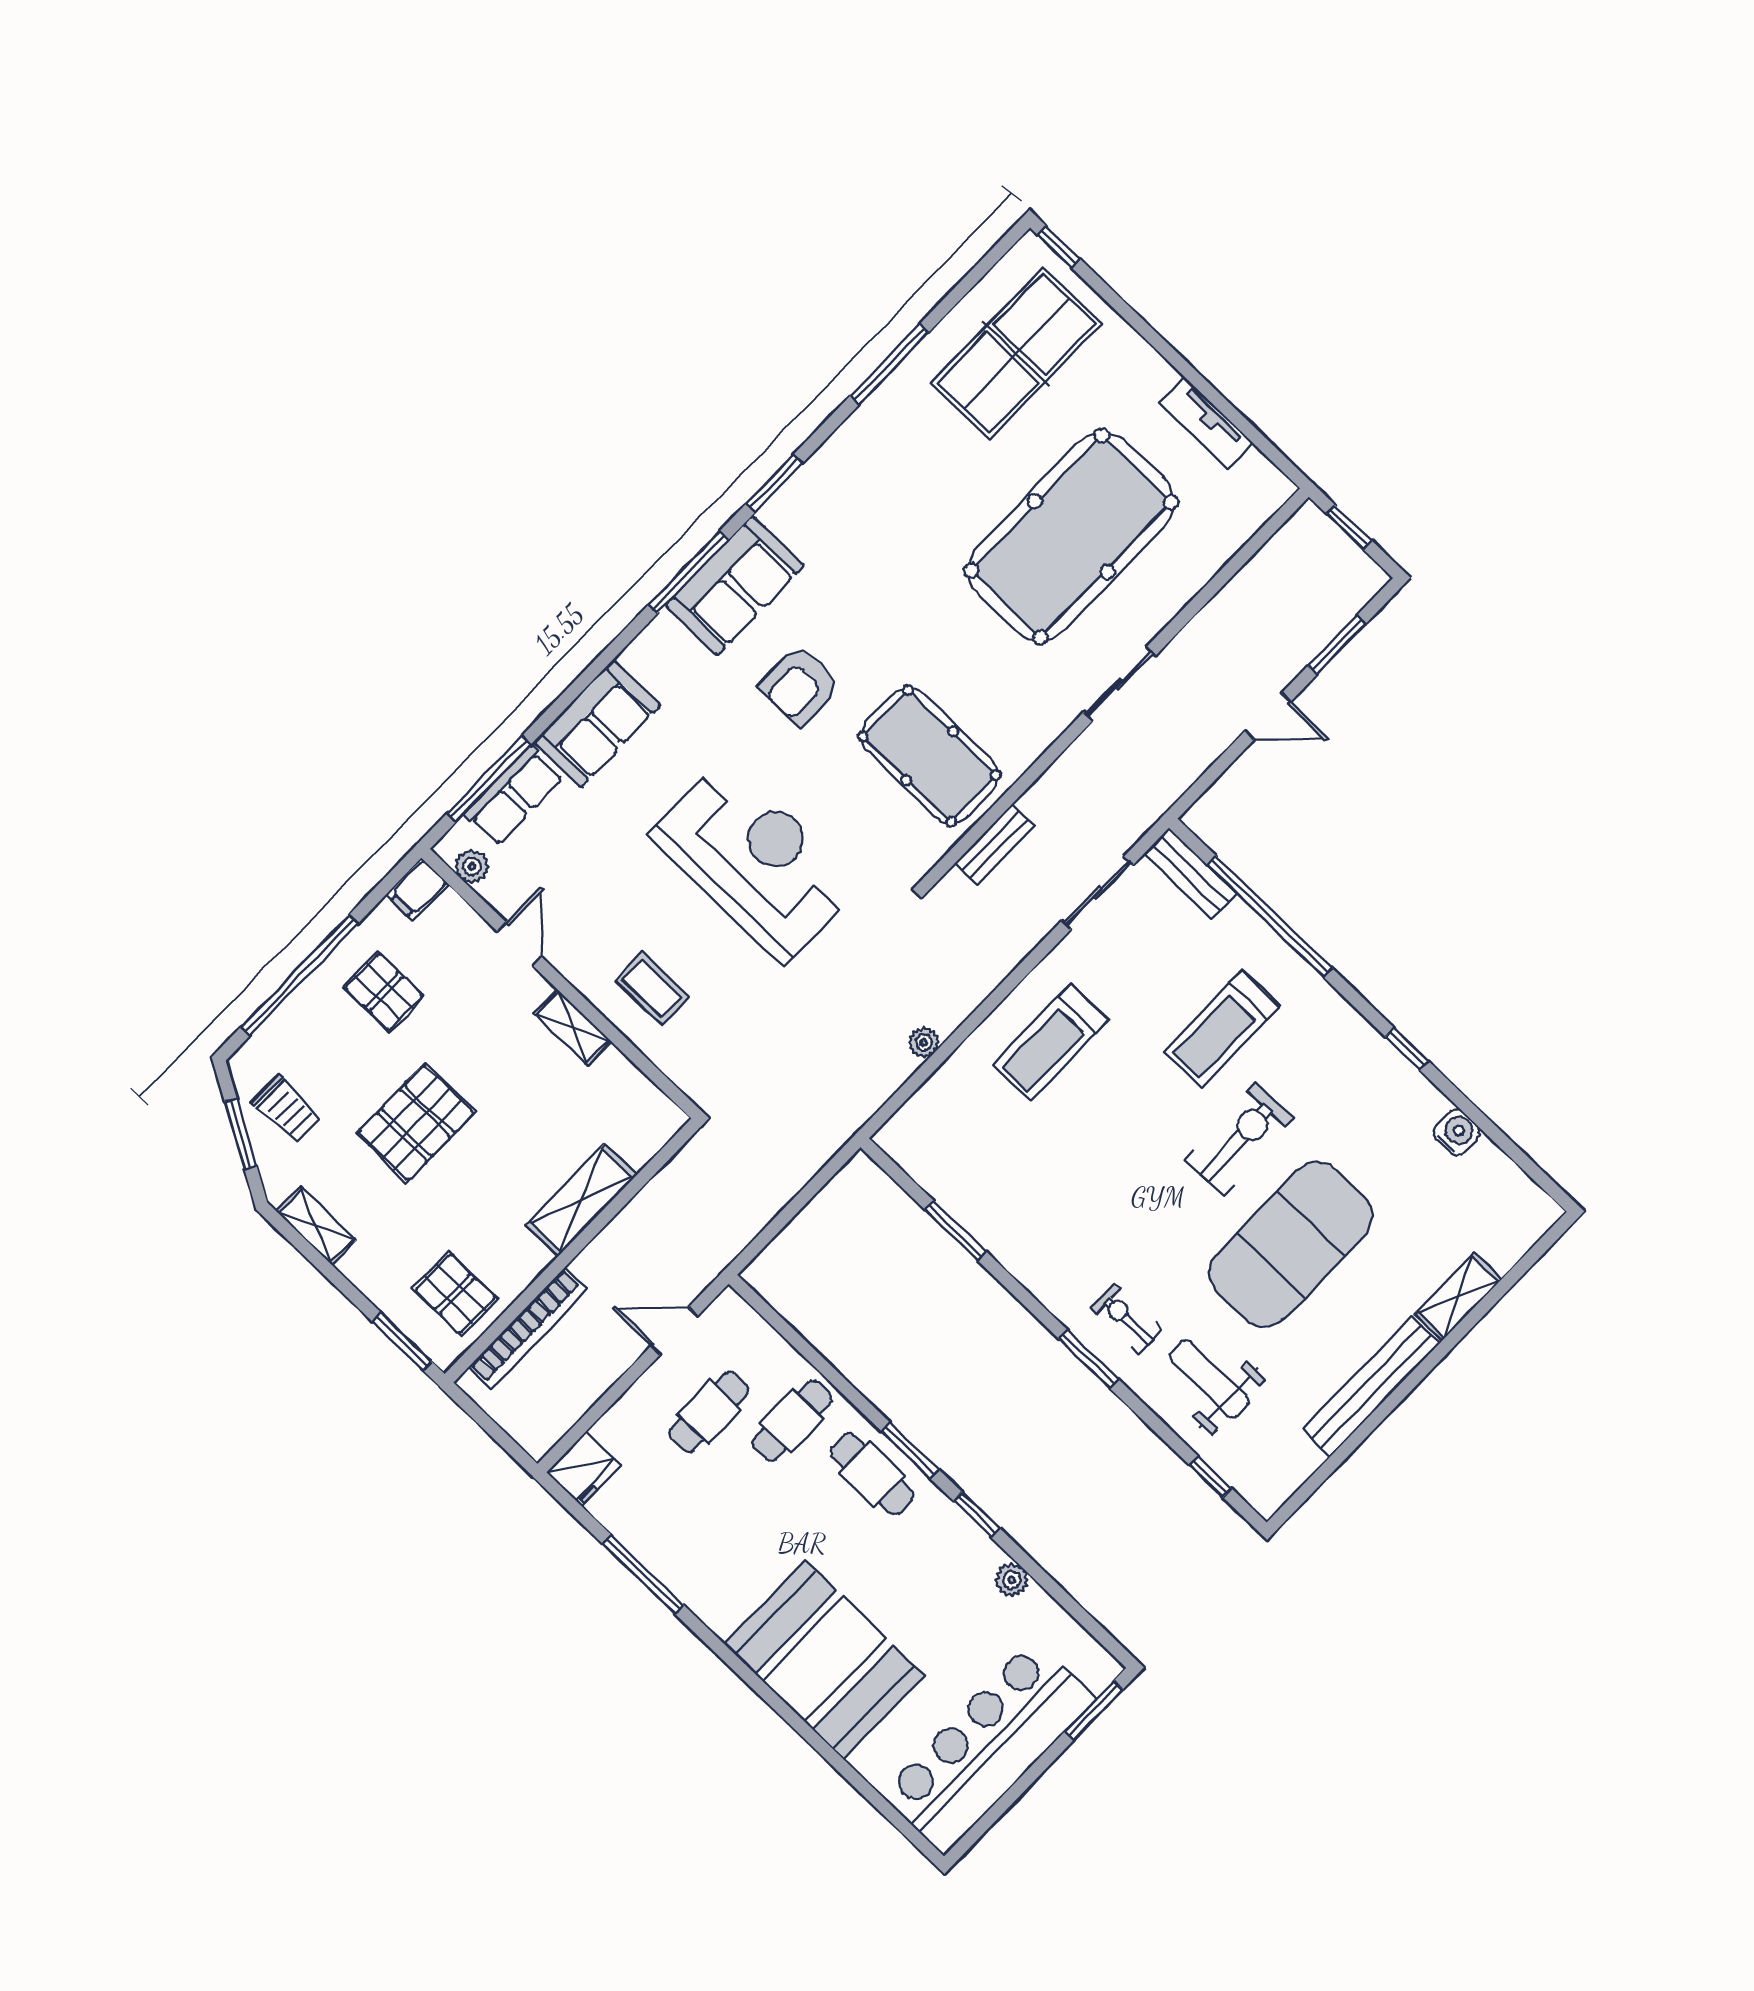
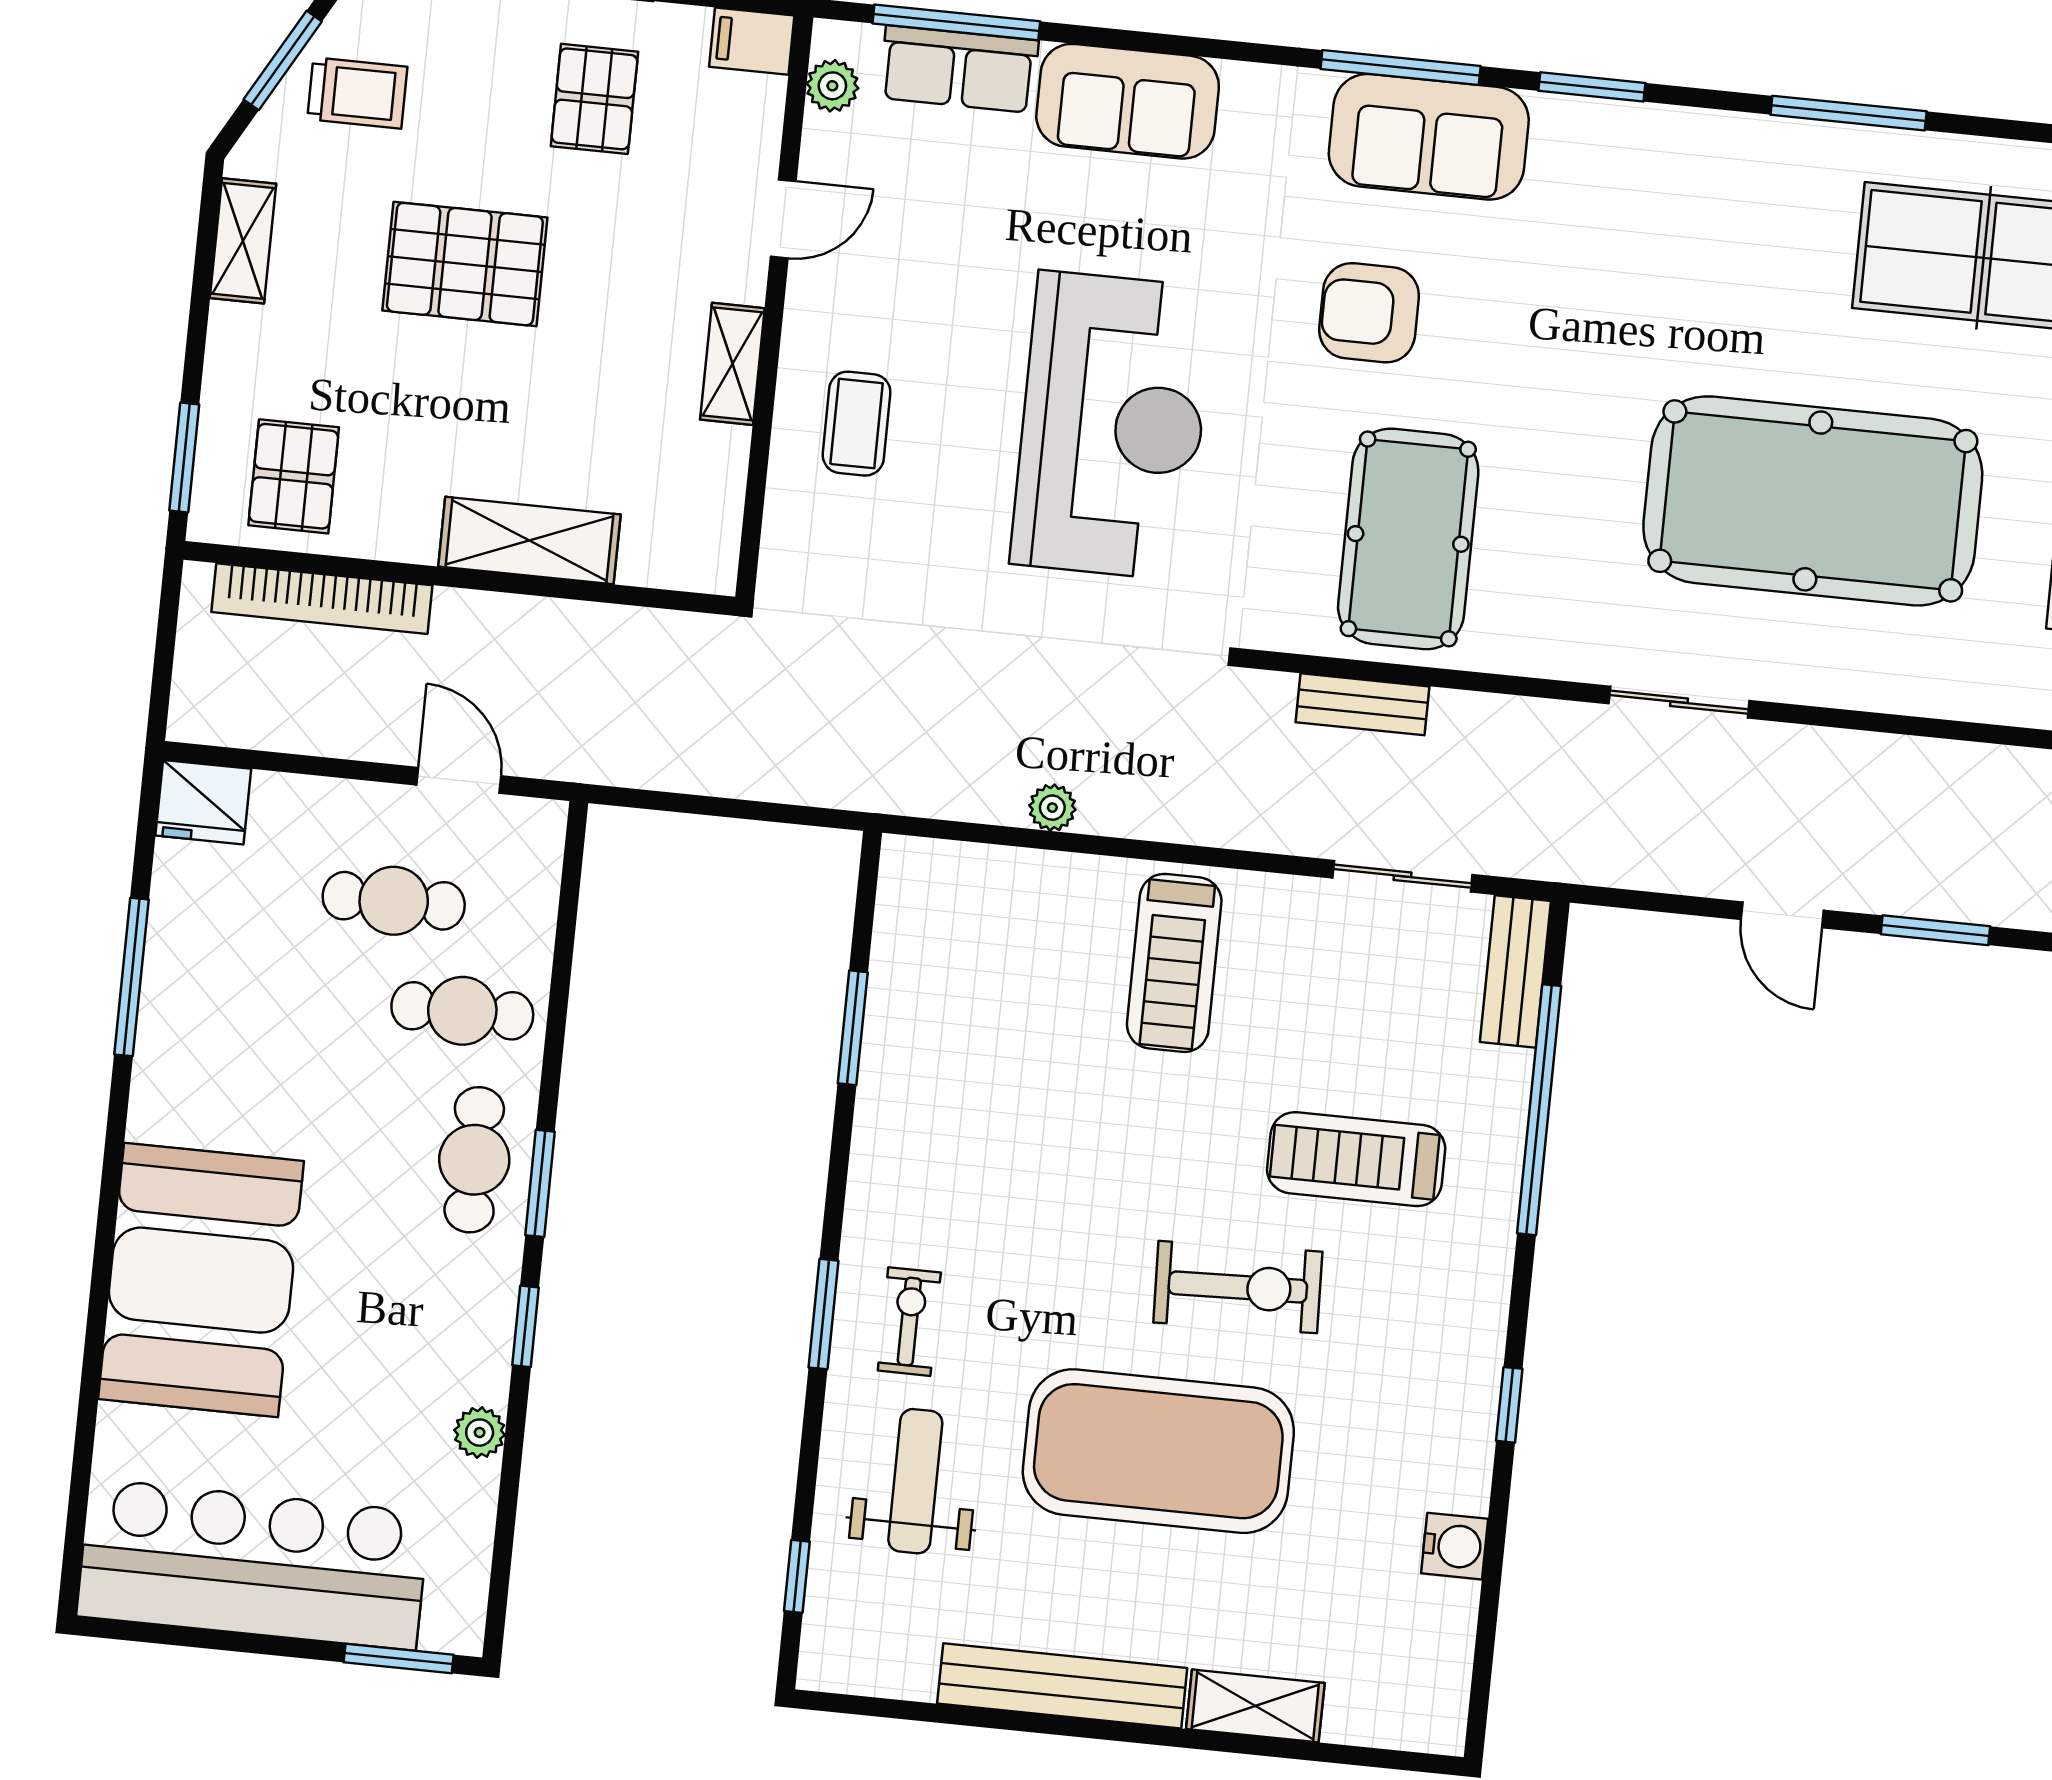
treadmill: (1051, 1042) -> (1174, 963), turned -90
trolley: (287, 1109) -> (357, 93), turned -90

